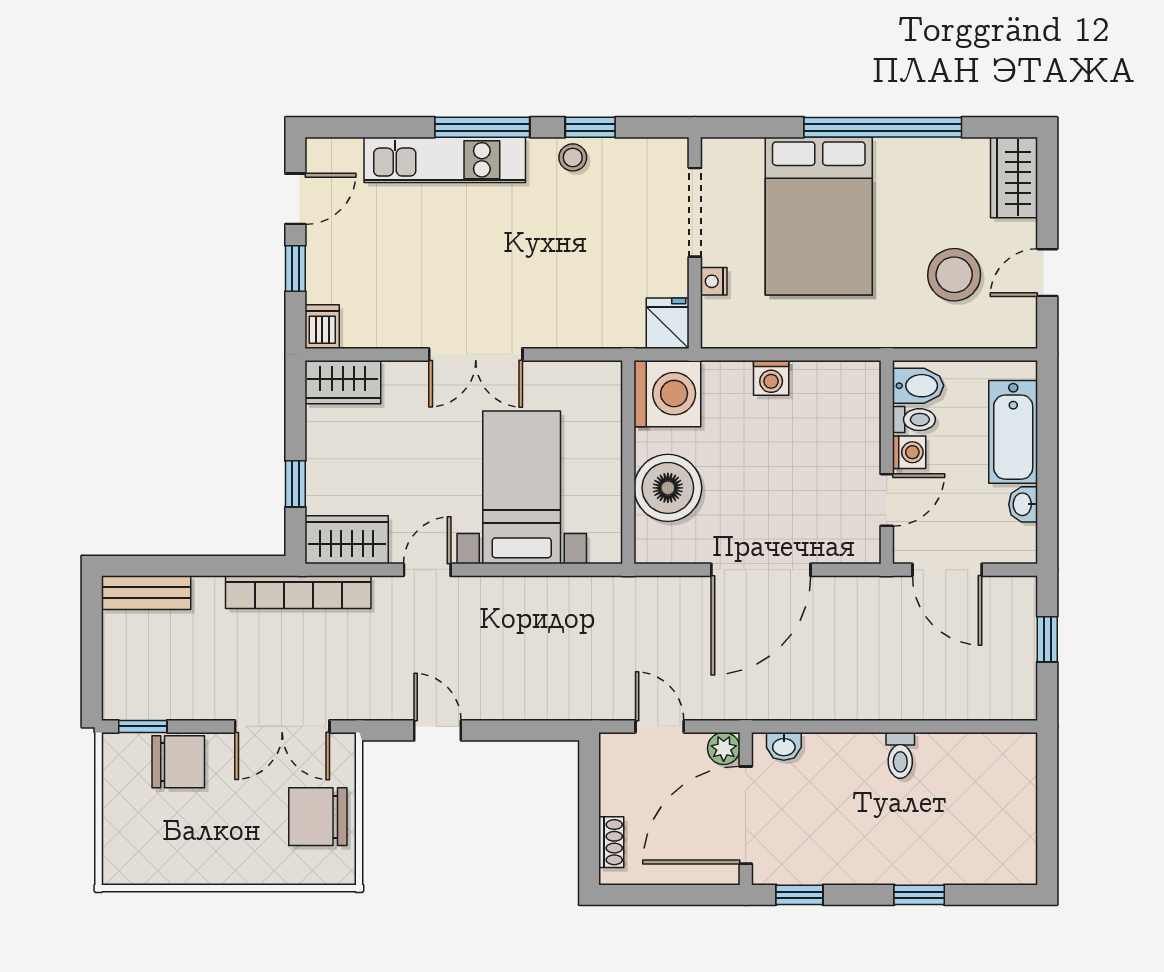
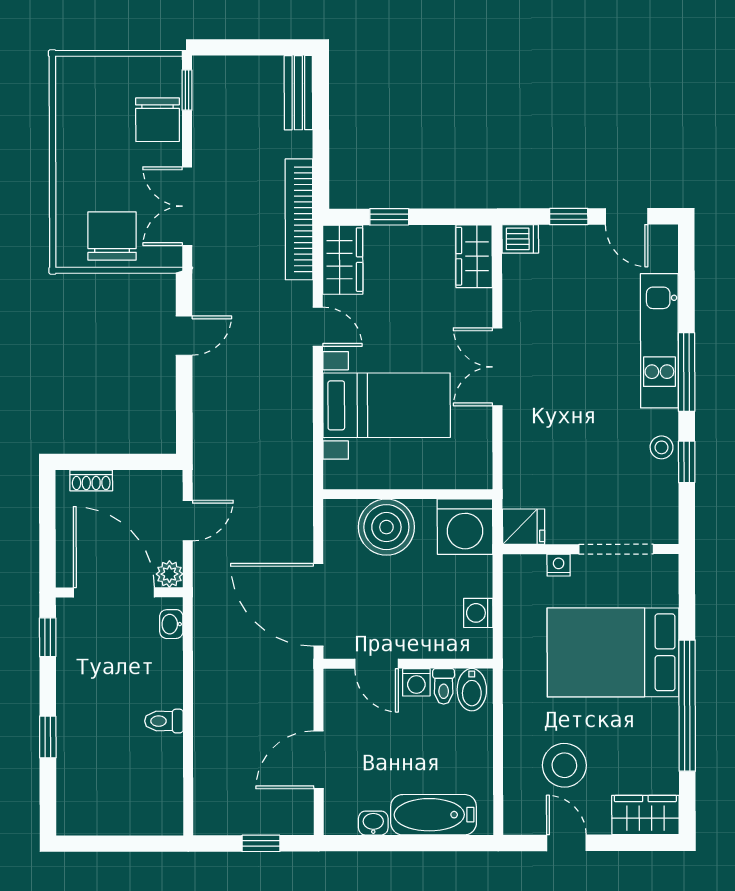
bidet: (918, 386) -> (472, 690), moved
toilet: (914, 420) -> (444, 686), moved
washing machine: (909, 452) -> (416, 682), moved
wall: (887, 462) -> (408, 664), moved
door: (887, 500) -> (377, 664), moved

